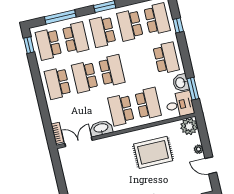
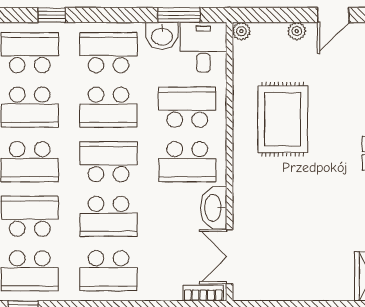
school desk: (139, 64) -> (108, 107), added
plant: (189, 126) -> (241, 31), width x0.53, depth x0.53

